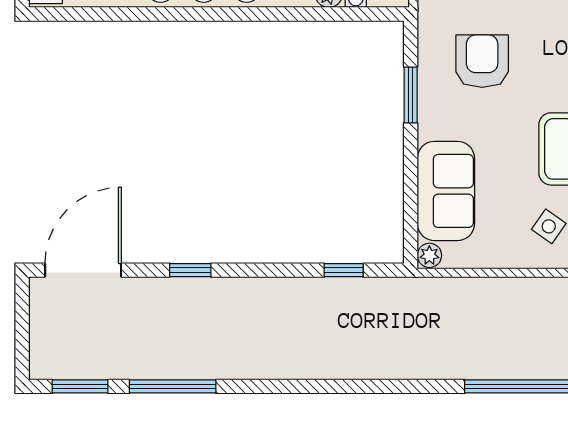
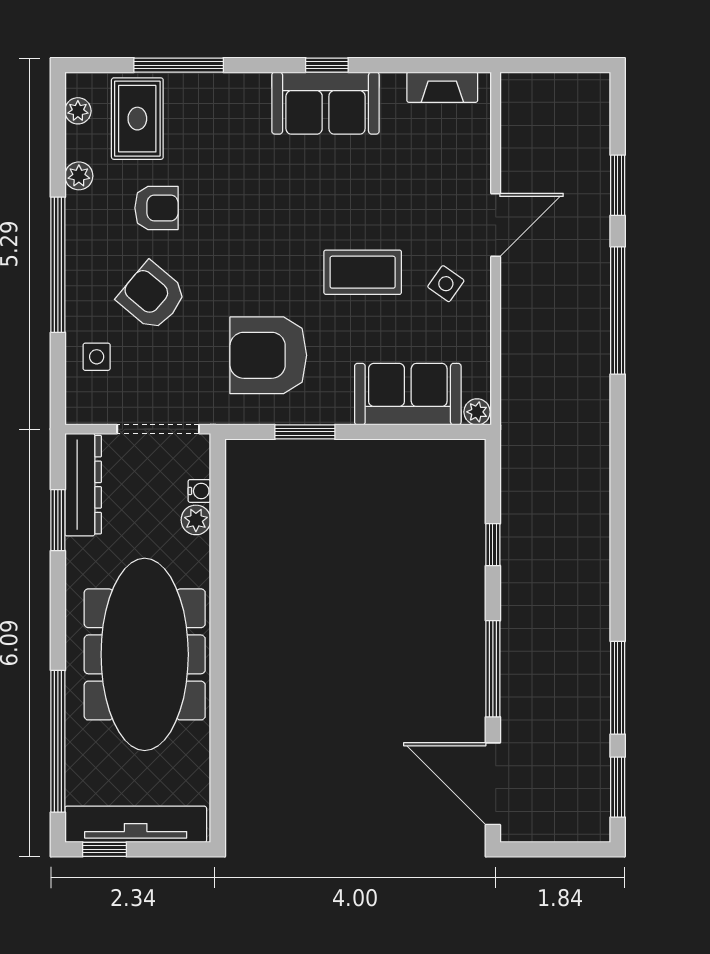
armchair: (482, 61) -> (268, 355), width x1.36, depth x1.36
window: (190, 270) -> (493, 669), width x2.17
window: (344, 270) -> (493, 545), moved

